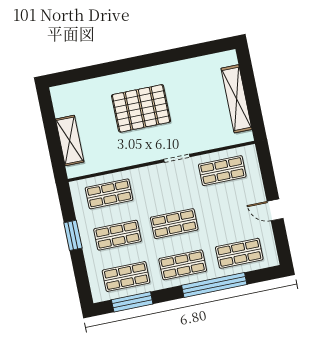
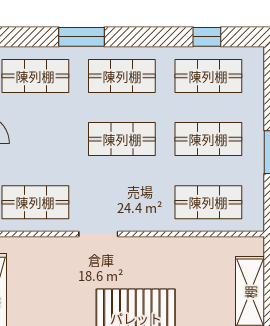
window: (214, 285) -> (82, 37), width x0.47
window: (132, 302) -> (207, 37), width x0.46

